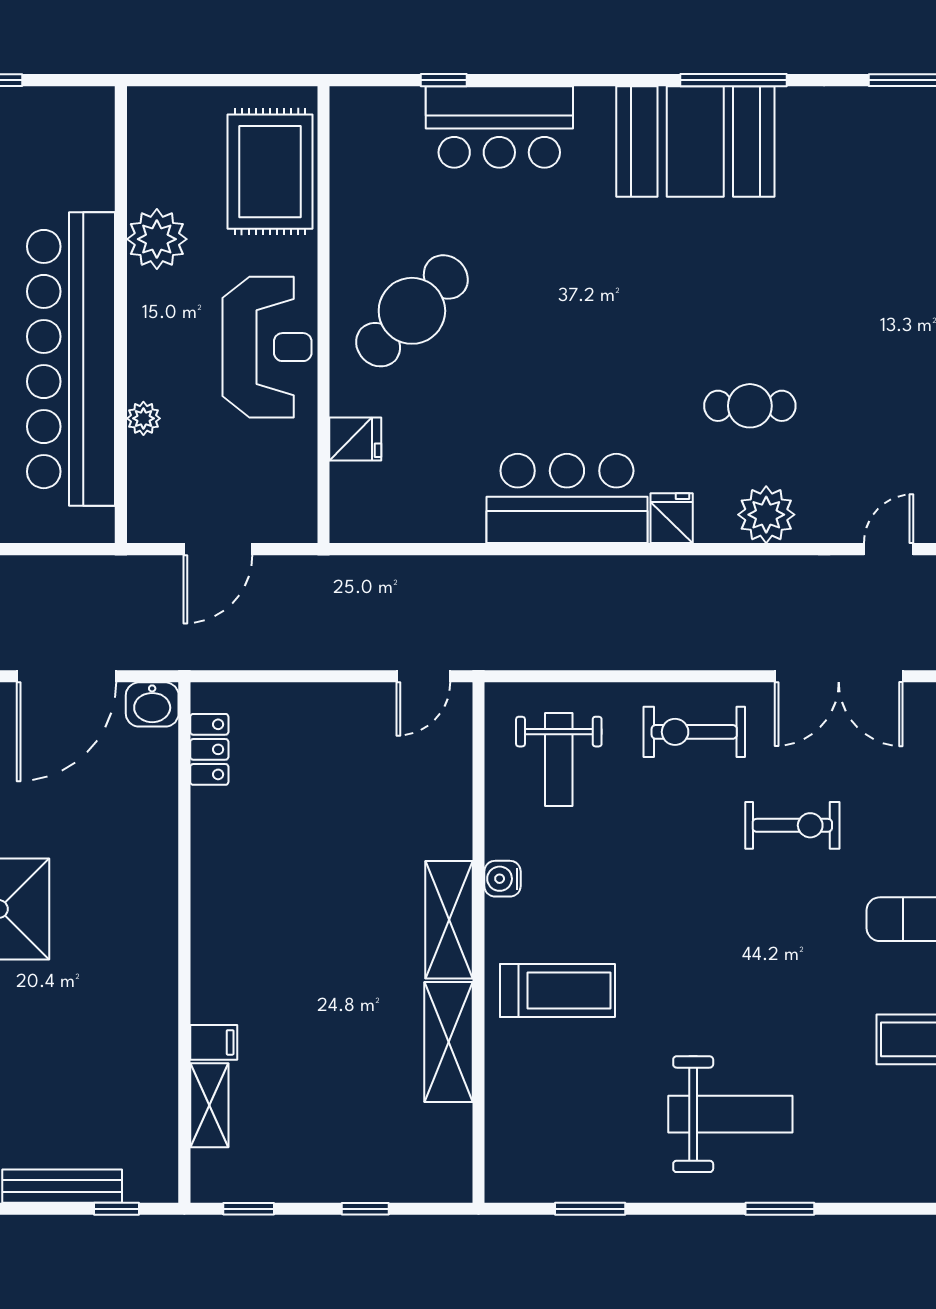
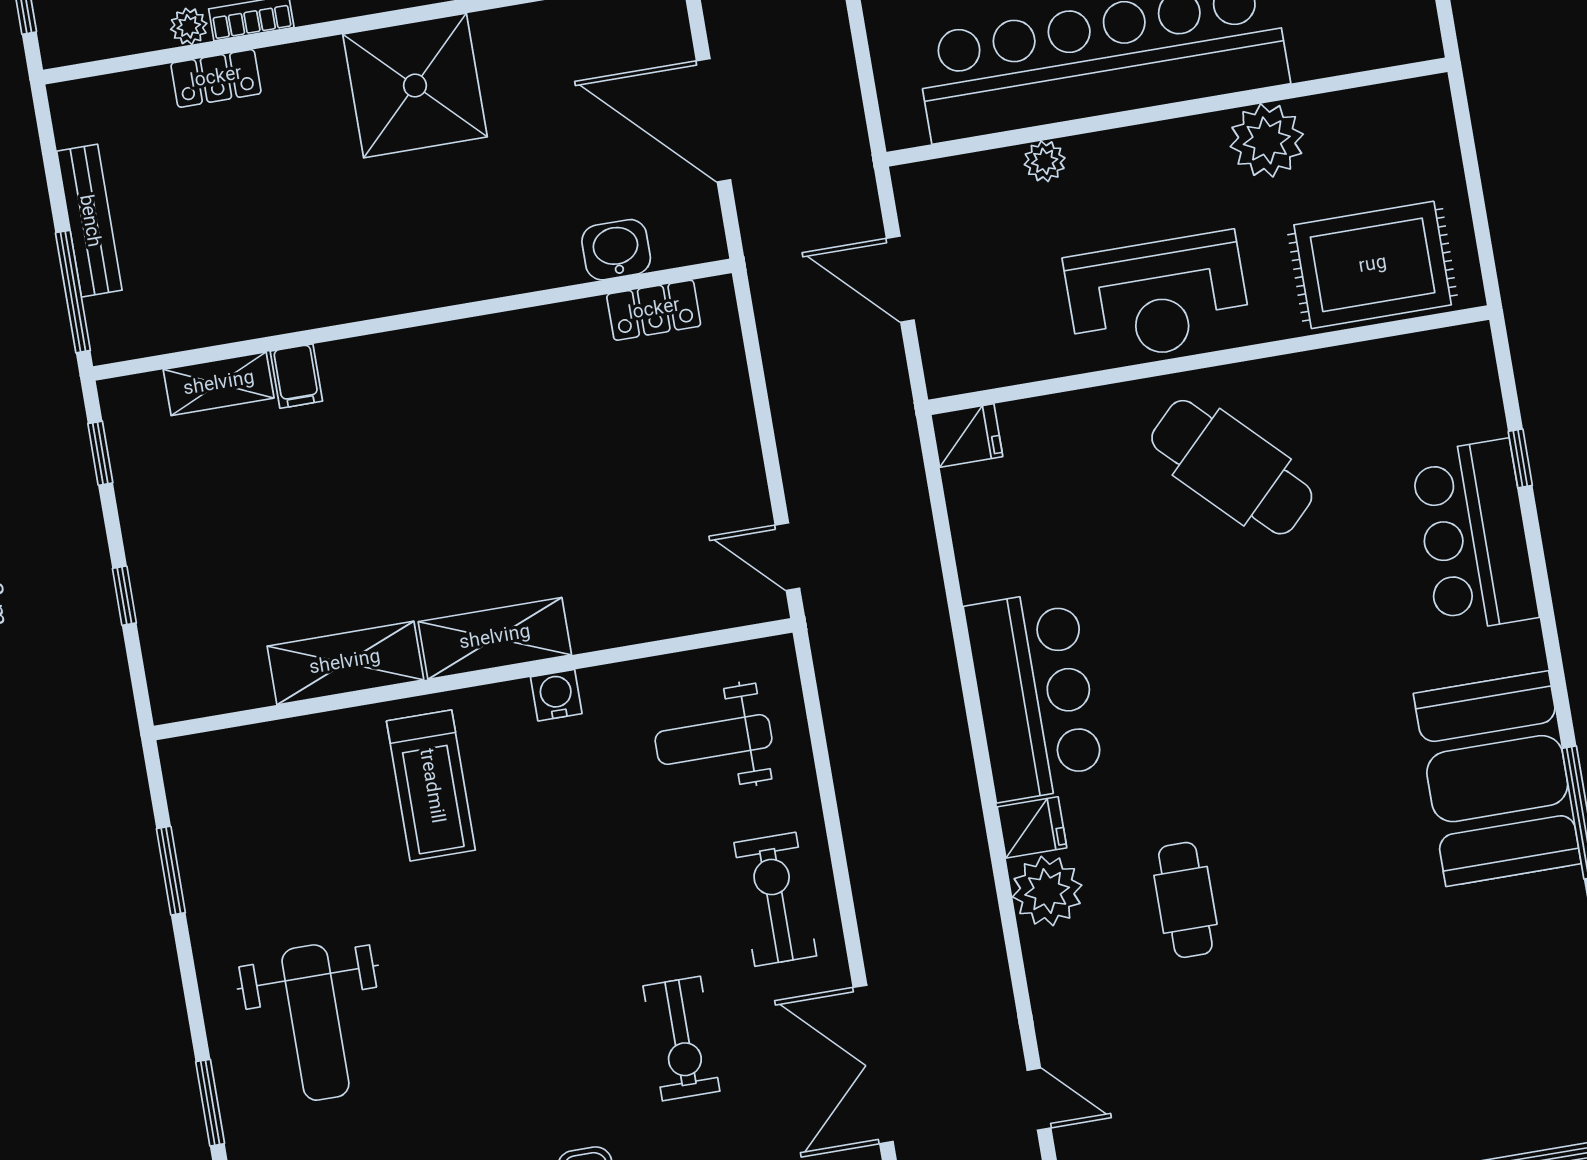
fridge: (355, 439) -> (967, 436), moved, turned -90
plant: (766, 515) -> (1047, 891), moved
washbasin: (152, 704) -> (616, 250), moved, turned 90
window: (116, 1209) -> (73, 292), width x2.17

